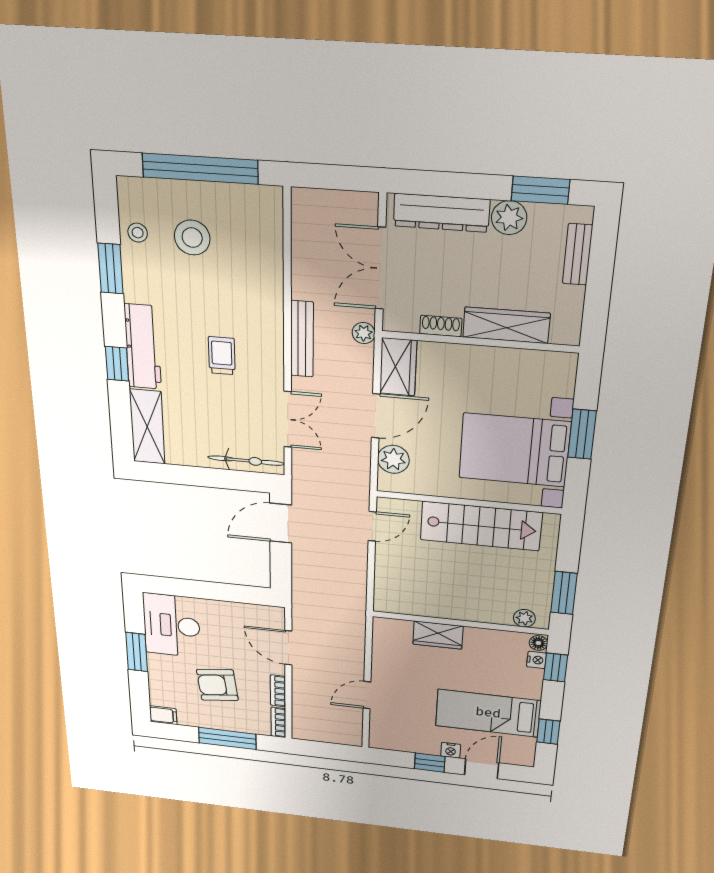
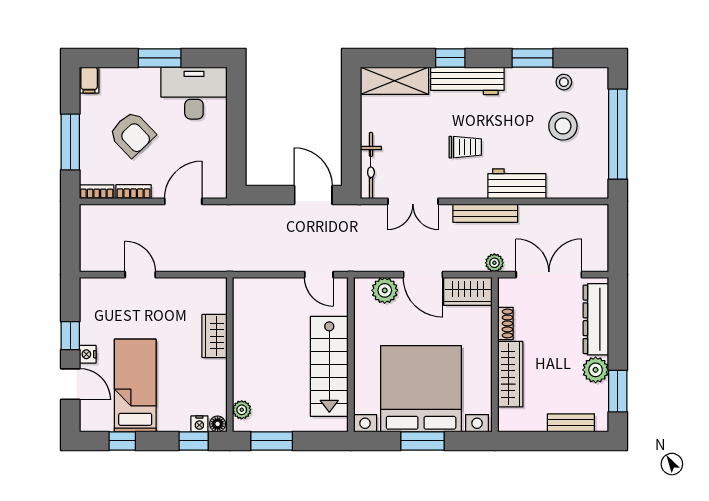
workbench: (265, 299) -> (517, 184), added
bed with nightstands: (514, 450) -> (421, 389), width x1.36
armchair: (217, 685) -> (132, 134), turned 143

